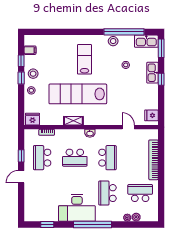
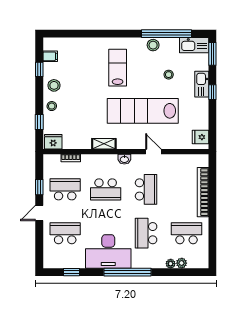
window: (21, 78) -> (39, 122), moved
lab bench: (78, 94) -> (143, 111), moved
door: (128, 127) -> (153, 152), moved
school desk: (42, 158) -> (65, 189), turned 90
school desk: (42, 193) -> (65, 233), added

